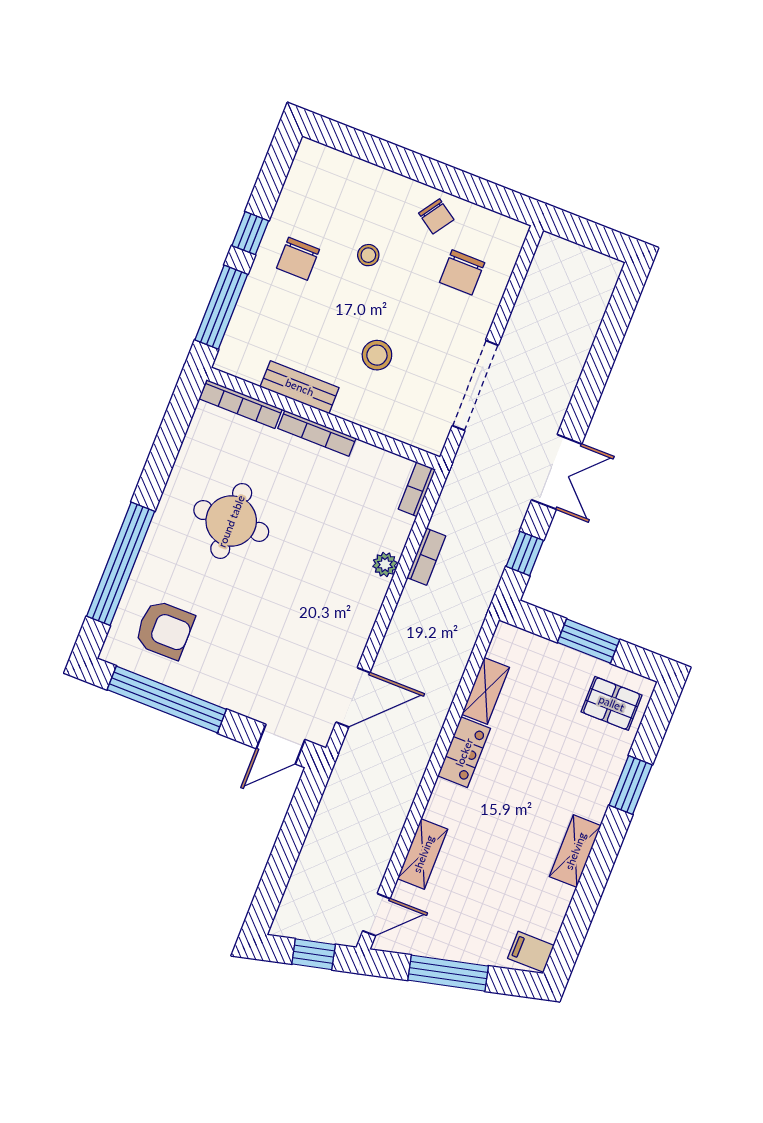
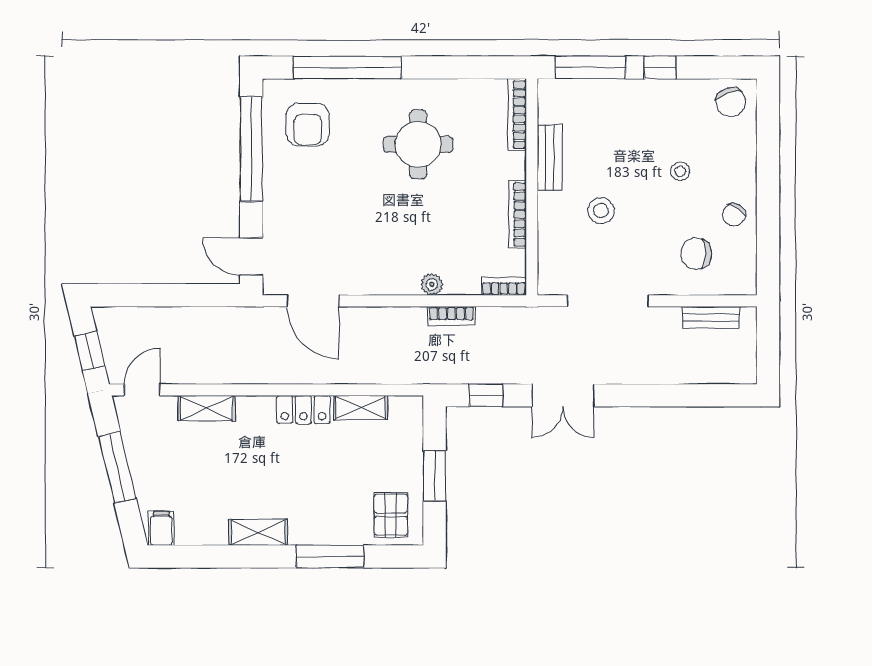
chair: (298, 259) -> (731, 102), moved, turned -109
bench: (536, 283) -> (711, 317), added
bookcase: (317, 433) -> (518, 215), moved
window: (631, 785) -> (330, 557), width x1.44
door: (376, 915) -> (142, 390), swing flipped

